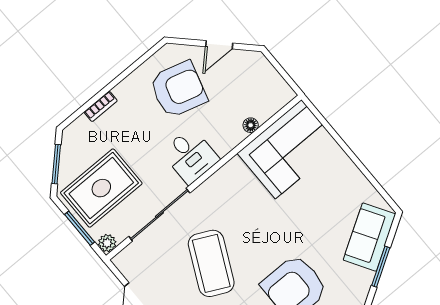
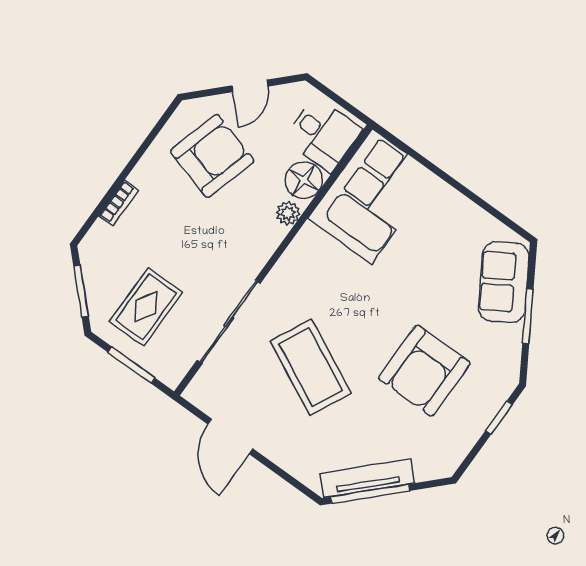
floor lamp: (251, 125) -> (304, 180), width x1.89, depth x1.89
desk: (190, 156) -> (323, 134), moved
rug: (101, 188) -> (146, 307), width x0.73, depth x0.70
plant: (107, 243) -> (288, 213), moved

